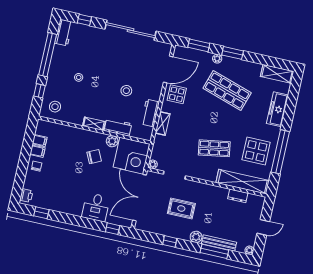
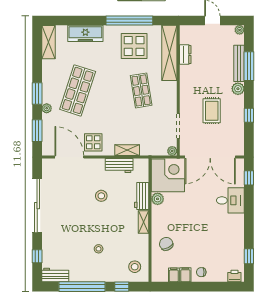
chair: (94, 157) -> (166, 244), moved

